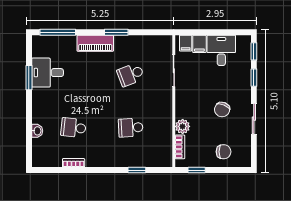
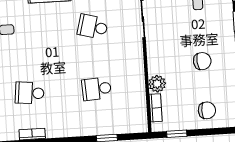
school desk: (131, 75) -> (93, 27), turned 36
chair: (222, 110) -> (202, 61), turned -119

